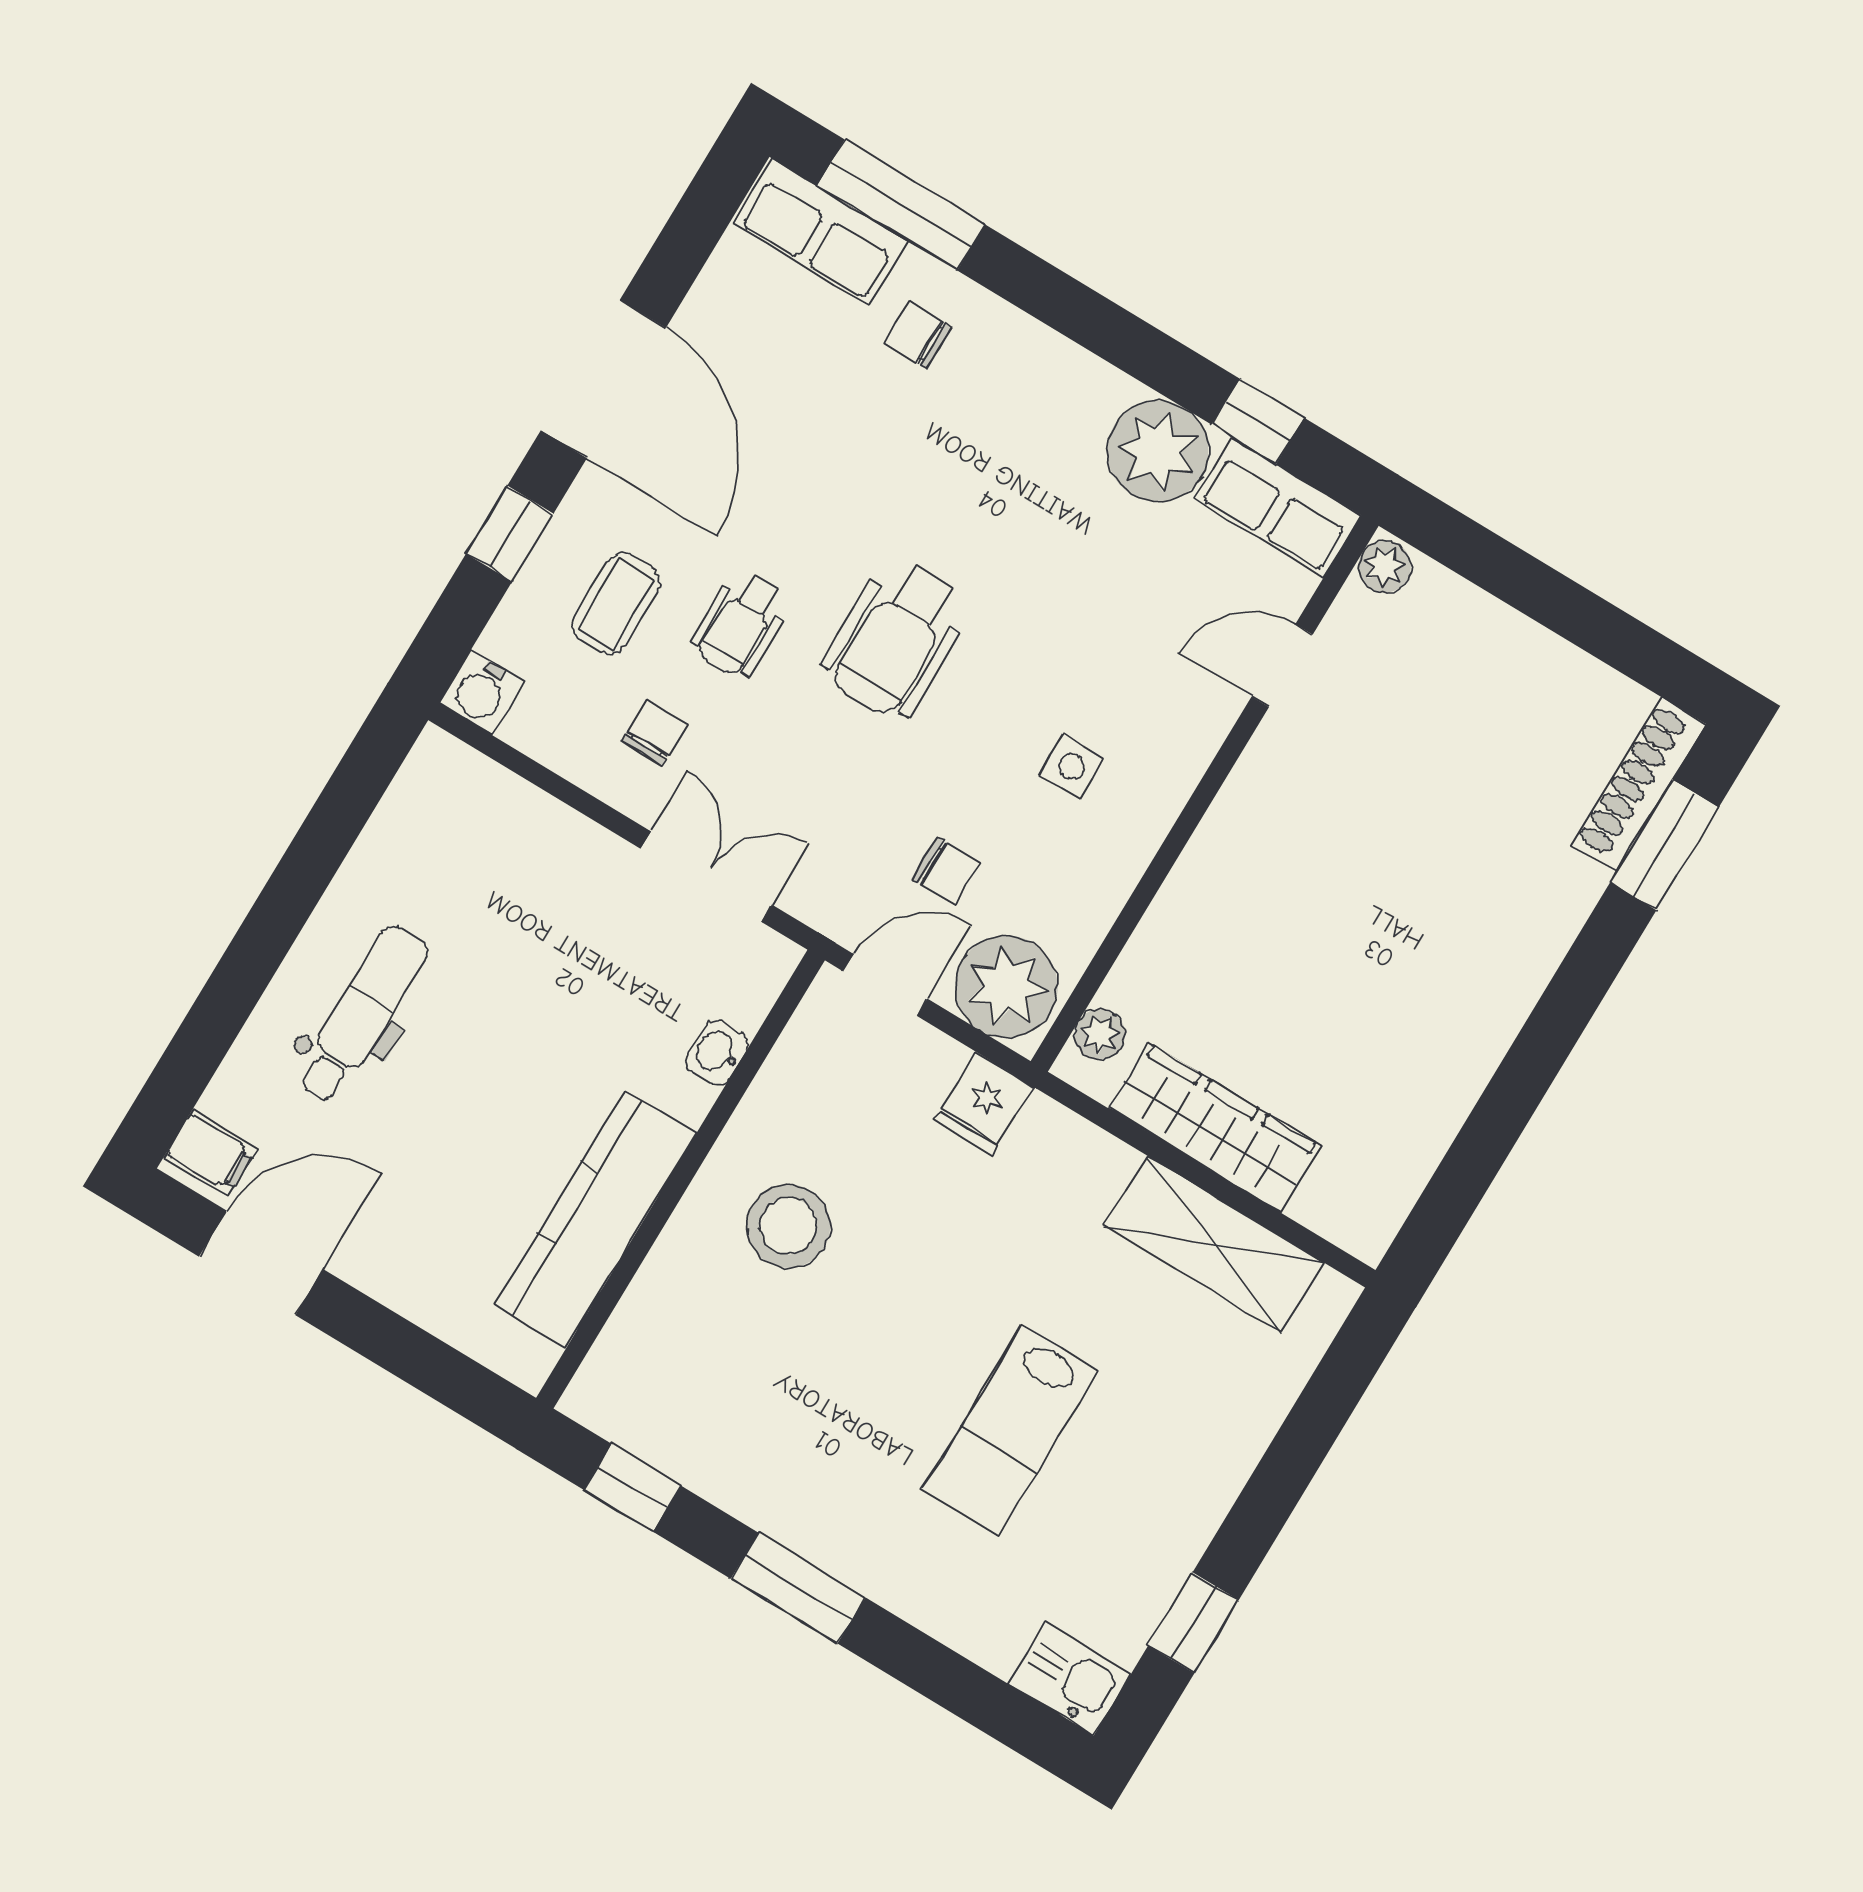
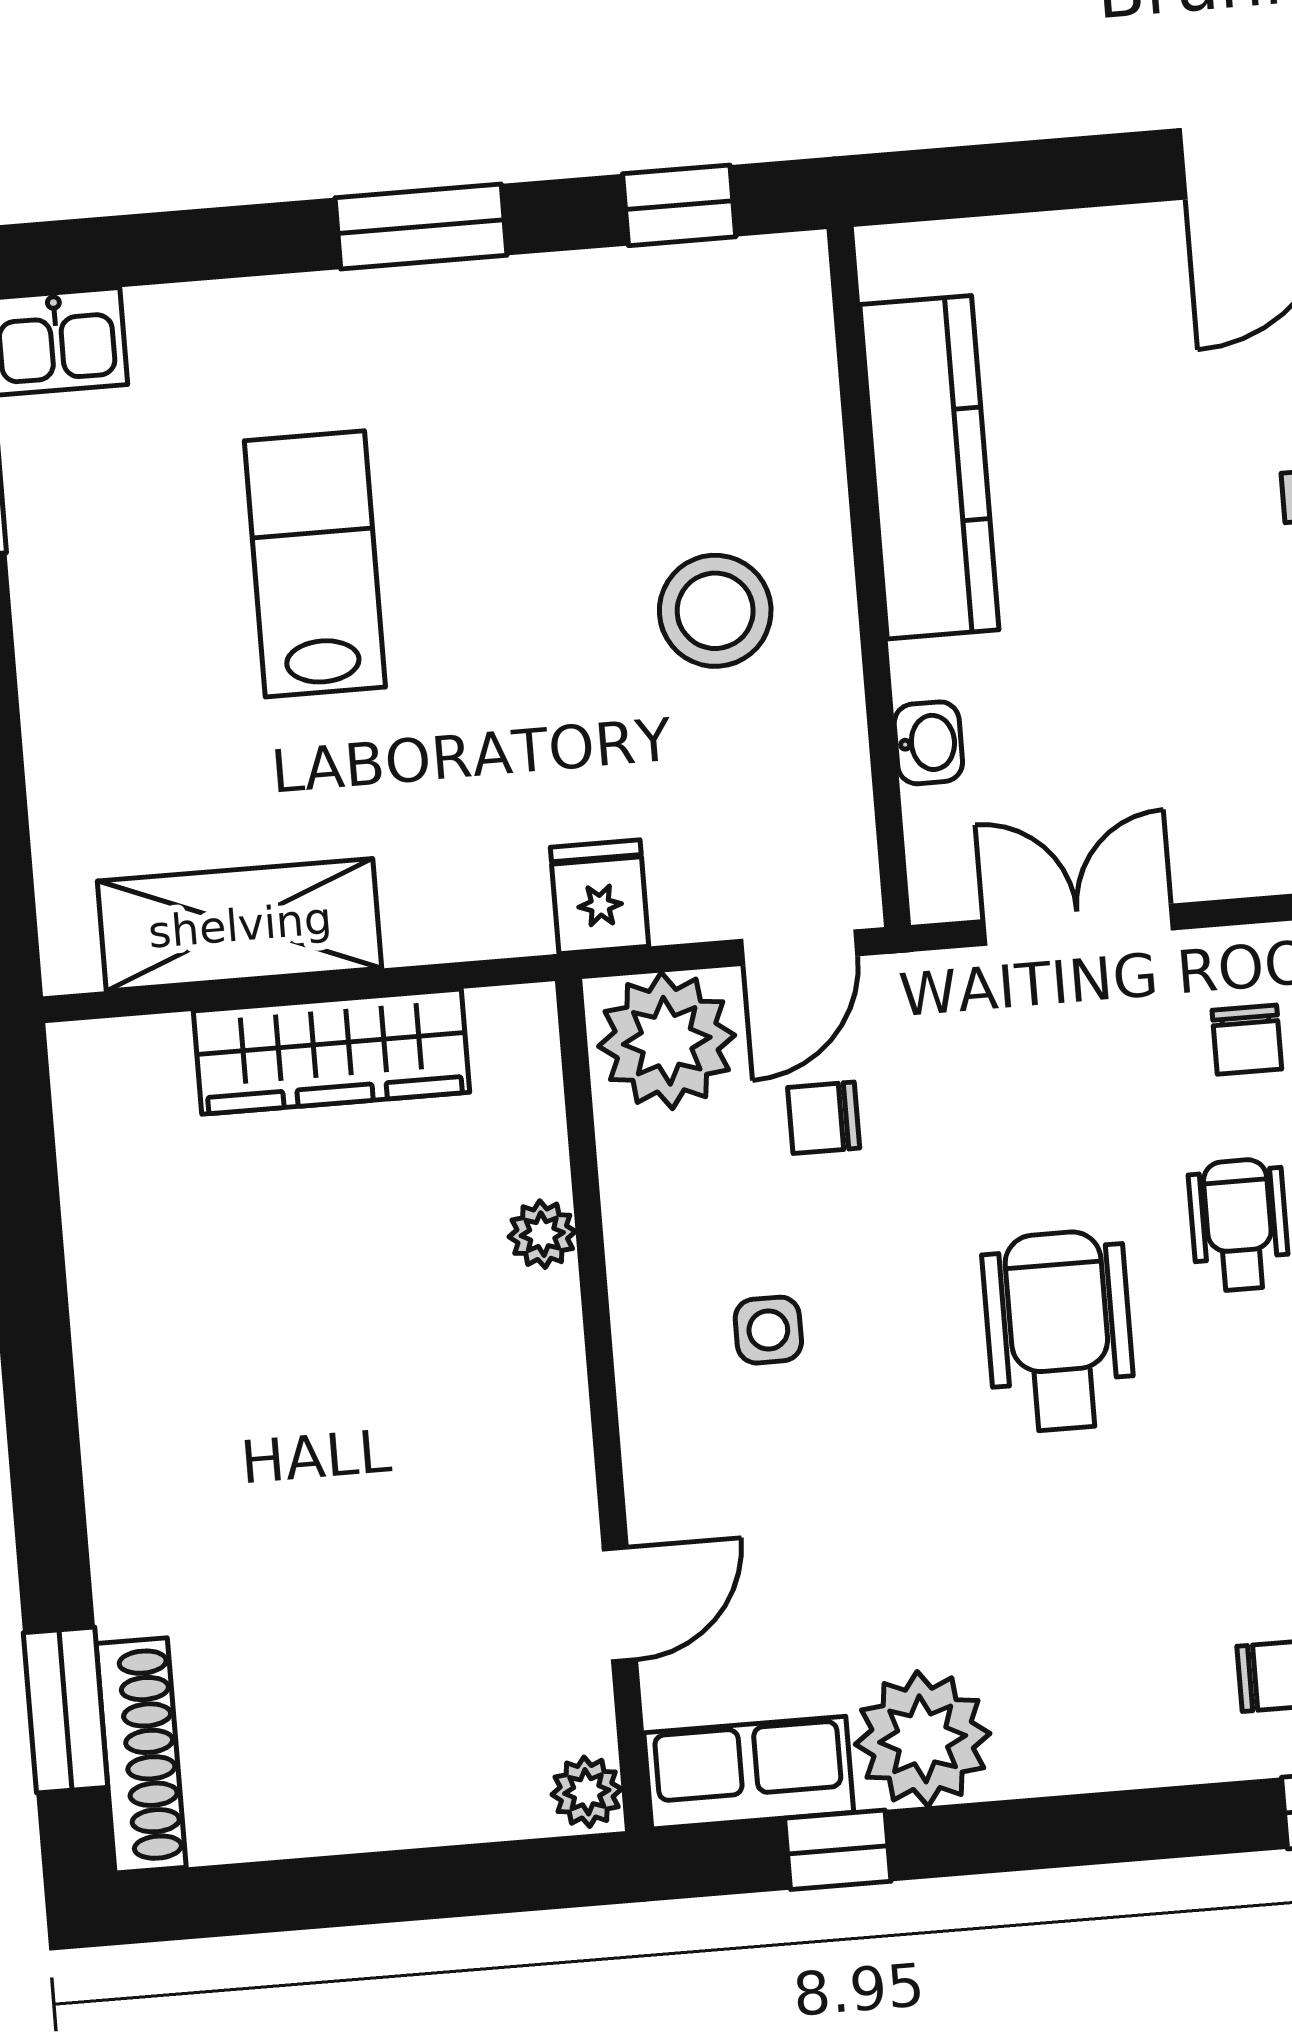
double door: (706, 877) -> (1078, 925), swing flipped
plant: (1100, 1034) -> (542, 1234), moved

